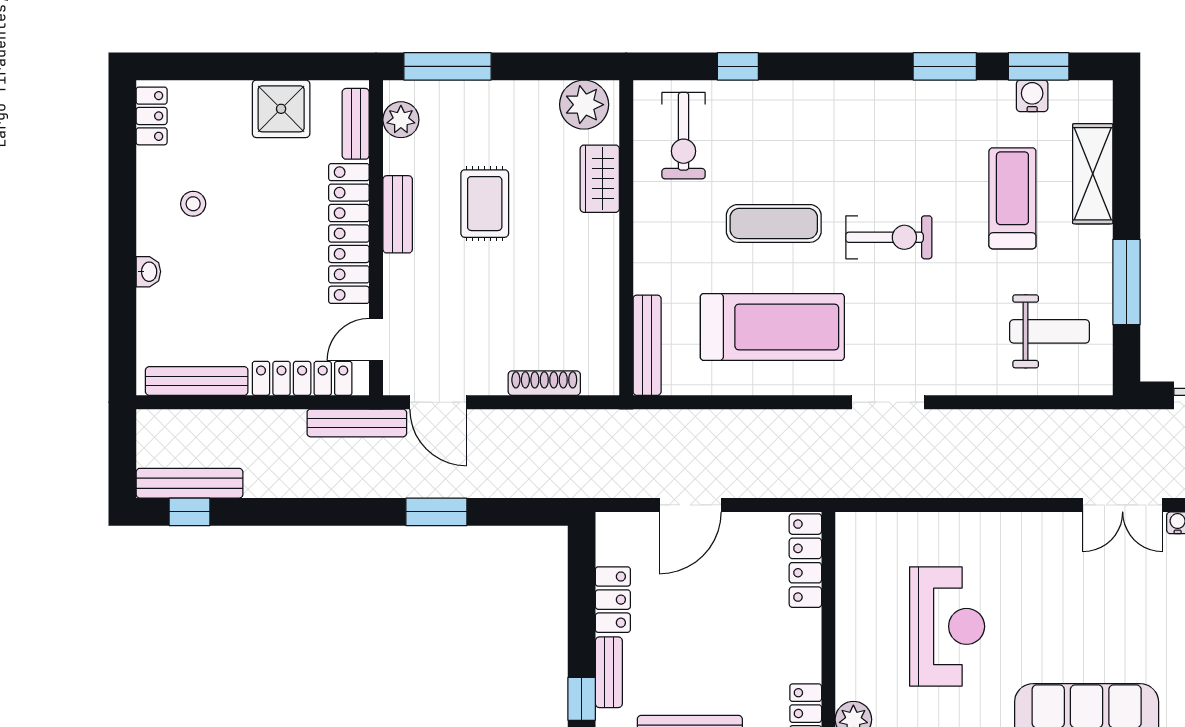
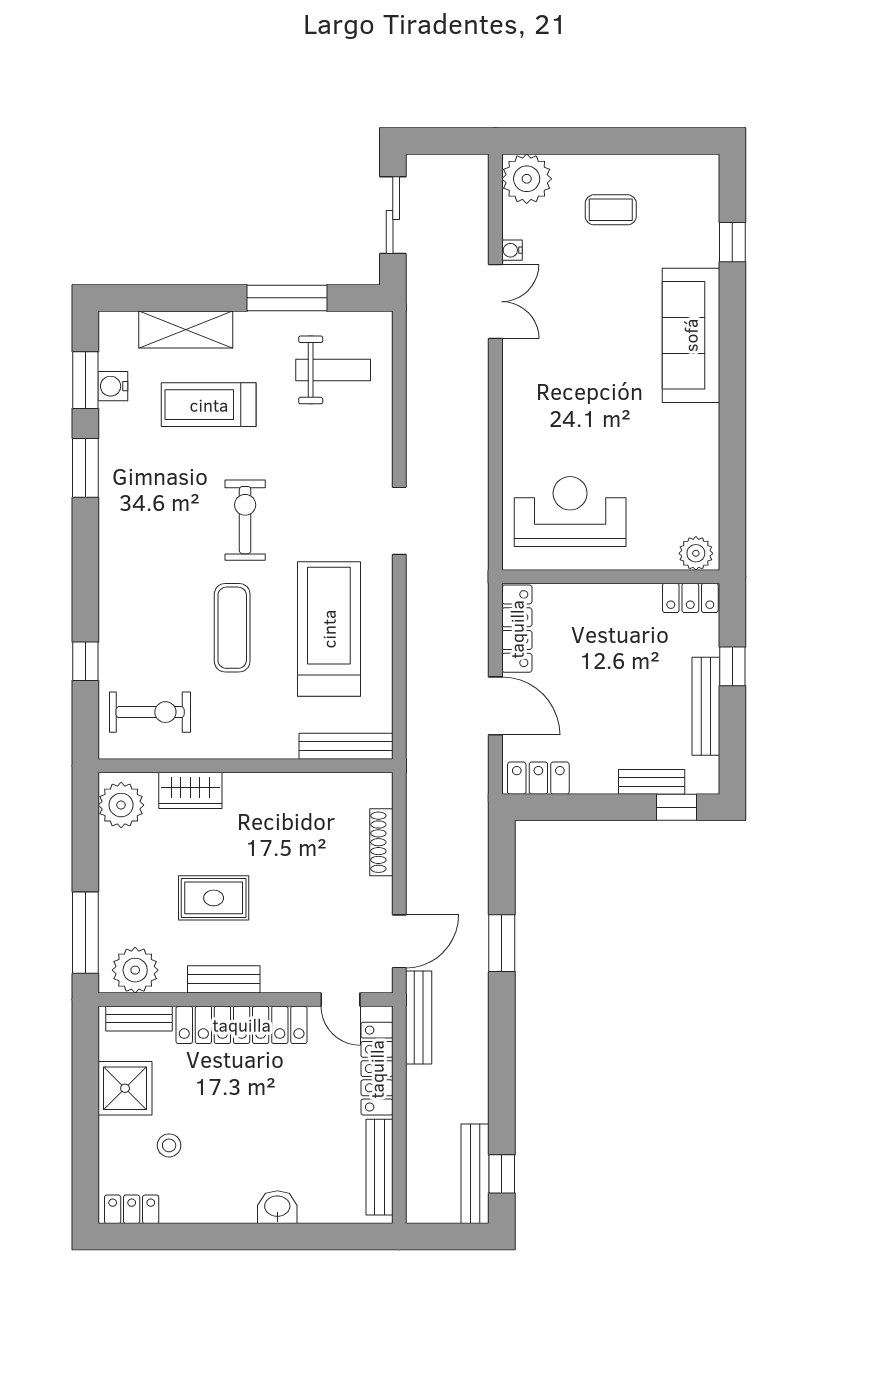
plant: (401, 120) -> (135, 970), width x1.36, depth x1.36
stool: (193, 204) -> (169, 1145), moved
washbasin: (148, 272) -> (277, 1207), width x1.38, depth x1.45
weight bench: (1050, 331) -> (333, 370), turned 90
locker: (805, 561) -> (517, 629), moved, turned -90
locker: (613, 600) -> (538, 778), moved
reception desk: (947, 626) -> (570, 512), moved

